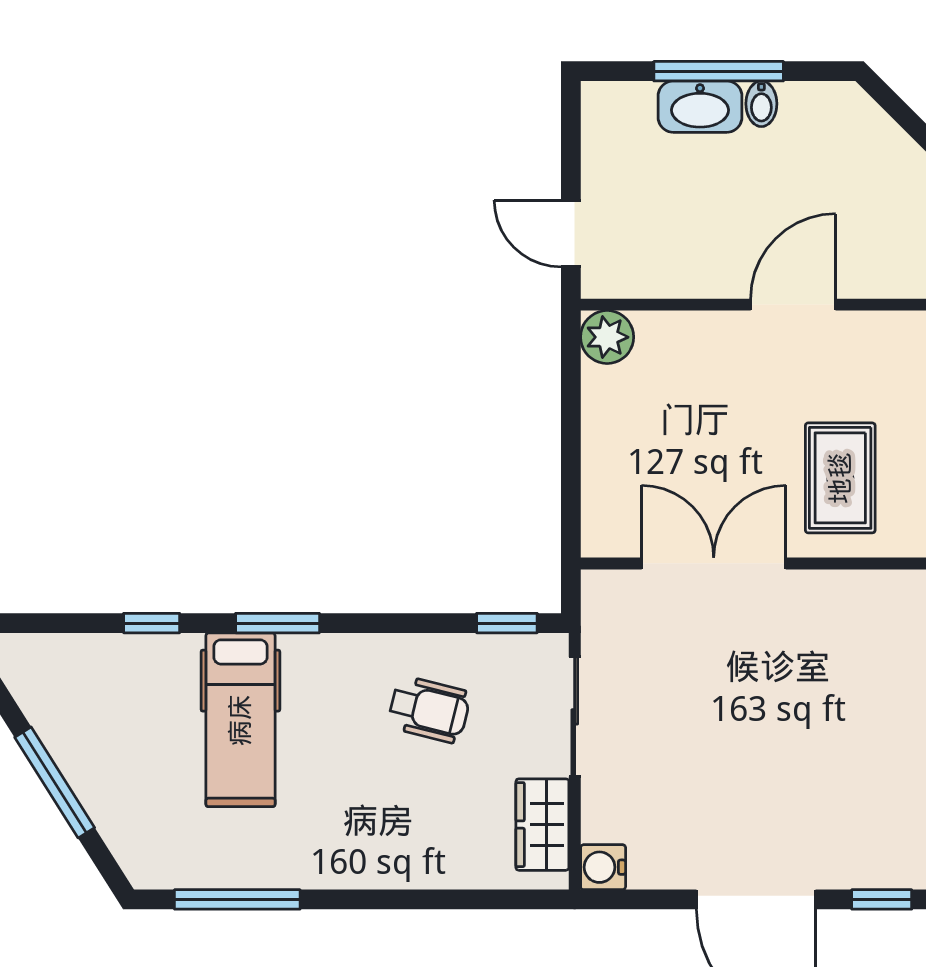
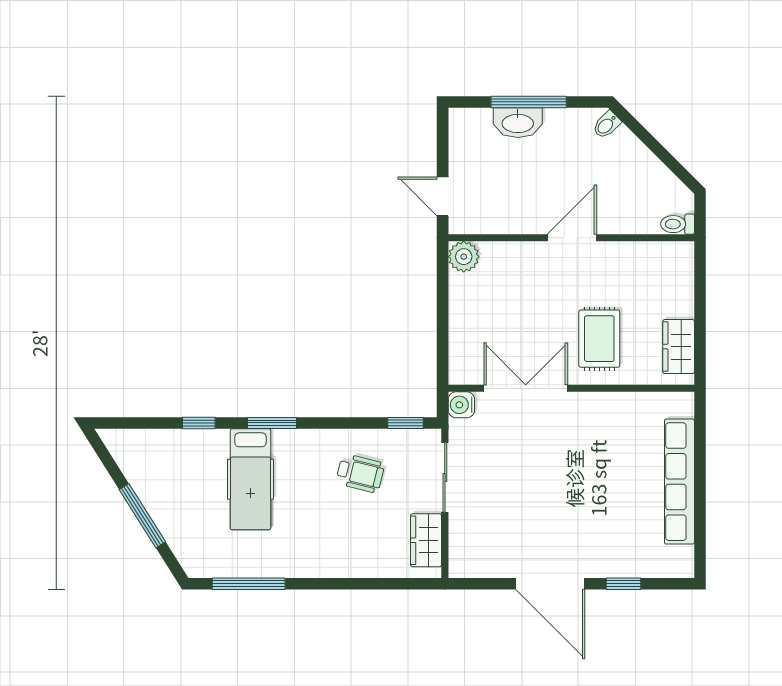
bidet: (761, 104) -> (607, 125), moved, turned 45
water cooler: (603, 867) -> (461, 405), moved

